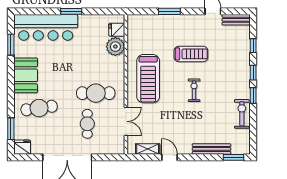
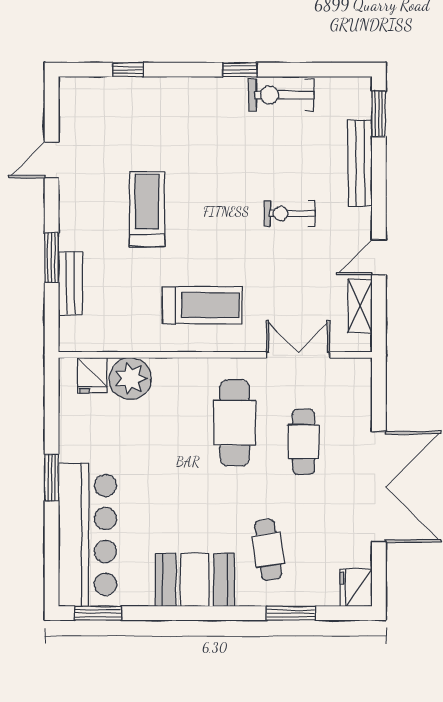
bench: (236, 20) -> (70, 283), moved
window: (11, 45) -> (98, 613), moved
window: (253, 73) -> (189, 70), removed
treadmill: (148, 79) -> (202, 305), width x0.73, depth x0.73
exercise bike: (194, 90) -> (290, 213), moved
cafe table: (39, 108) -> (268, 550), width x0.73, depth x0.74
cafe table: (87, 124) -> (304, 442), turned 90
window: (11, 129) -> (291, 613), moved

